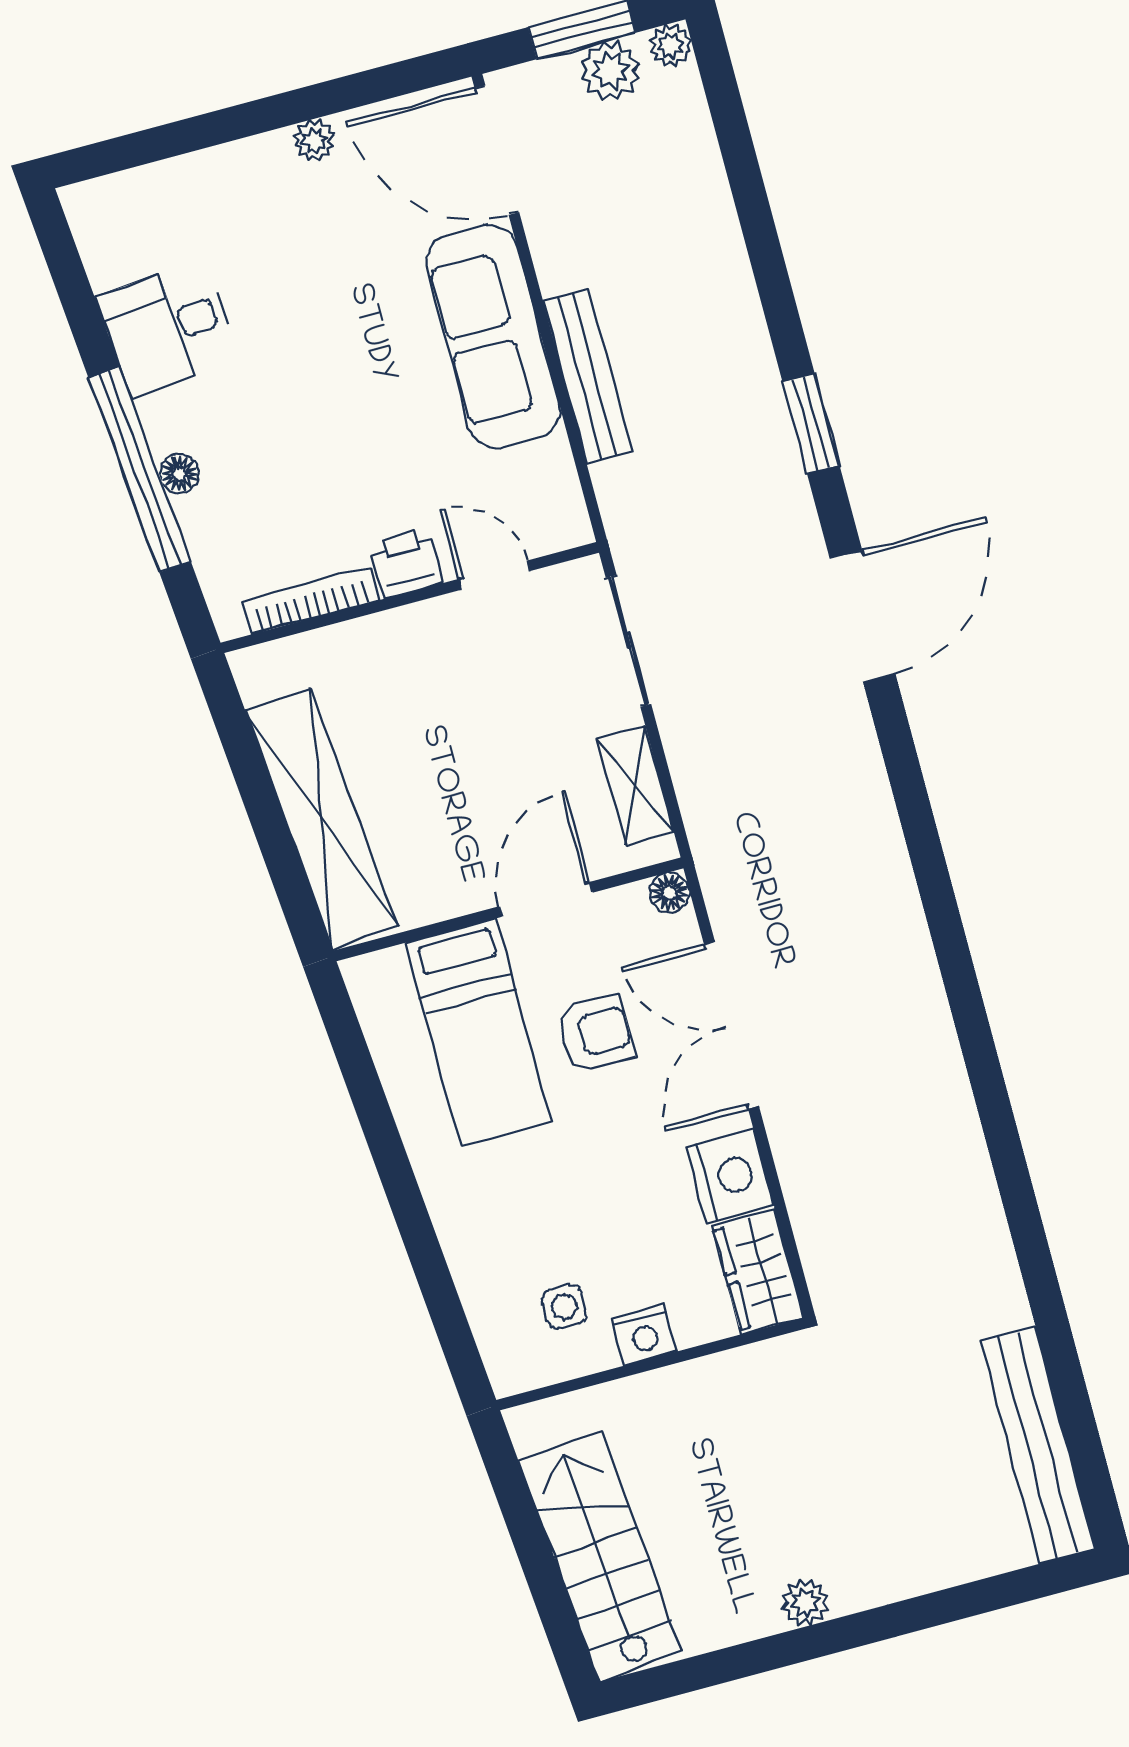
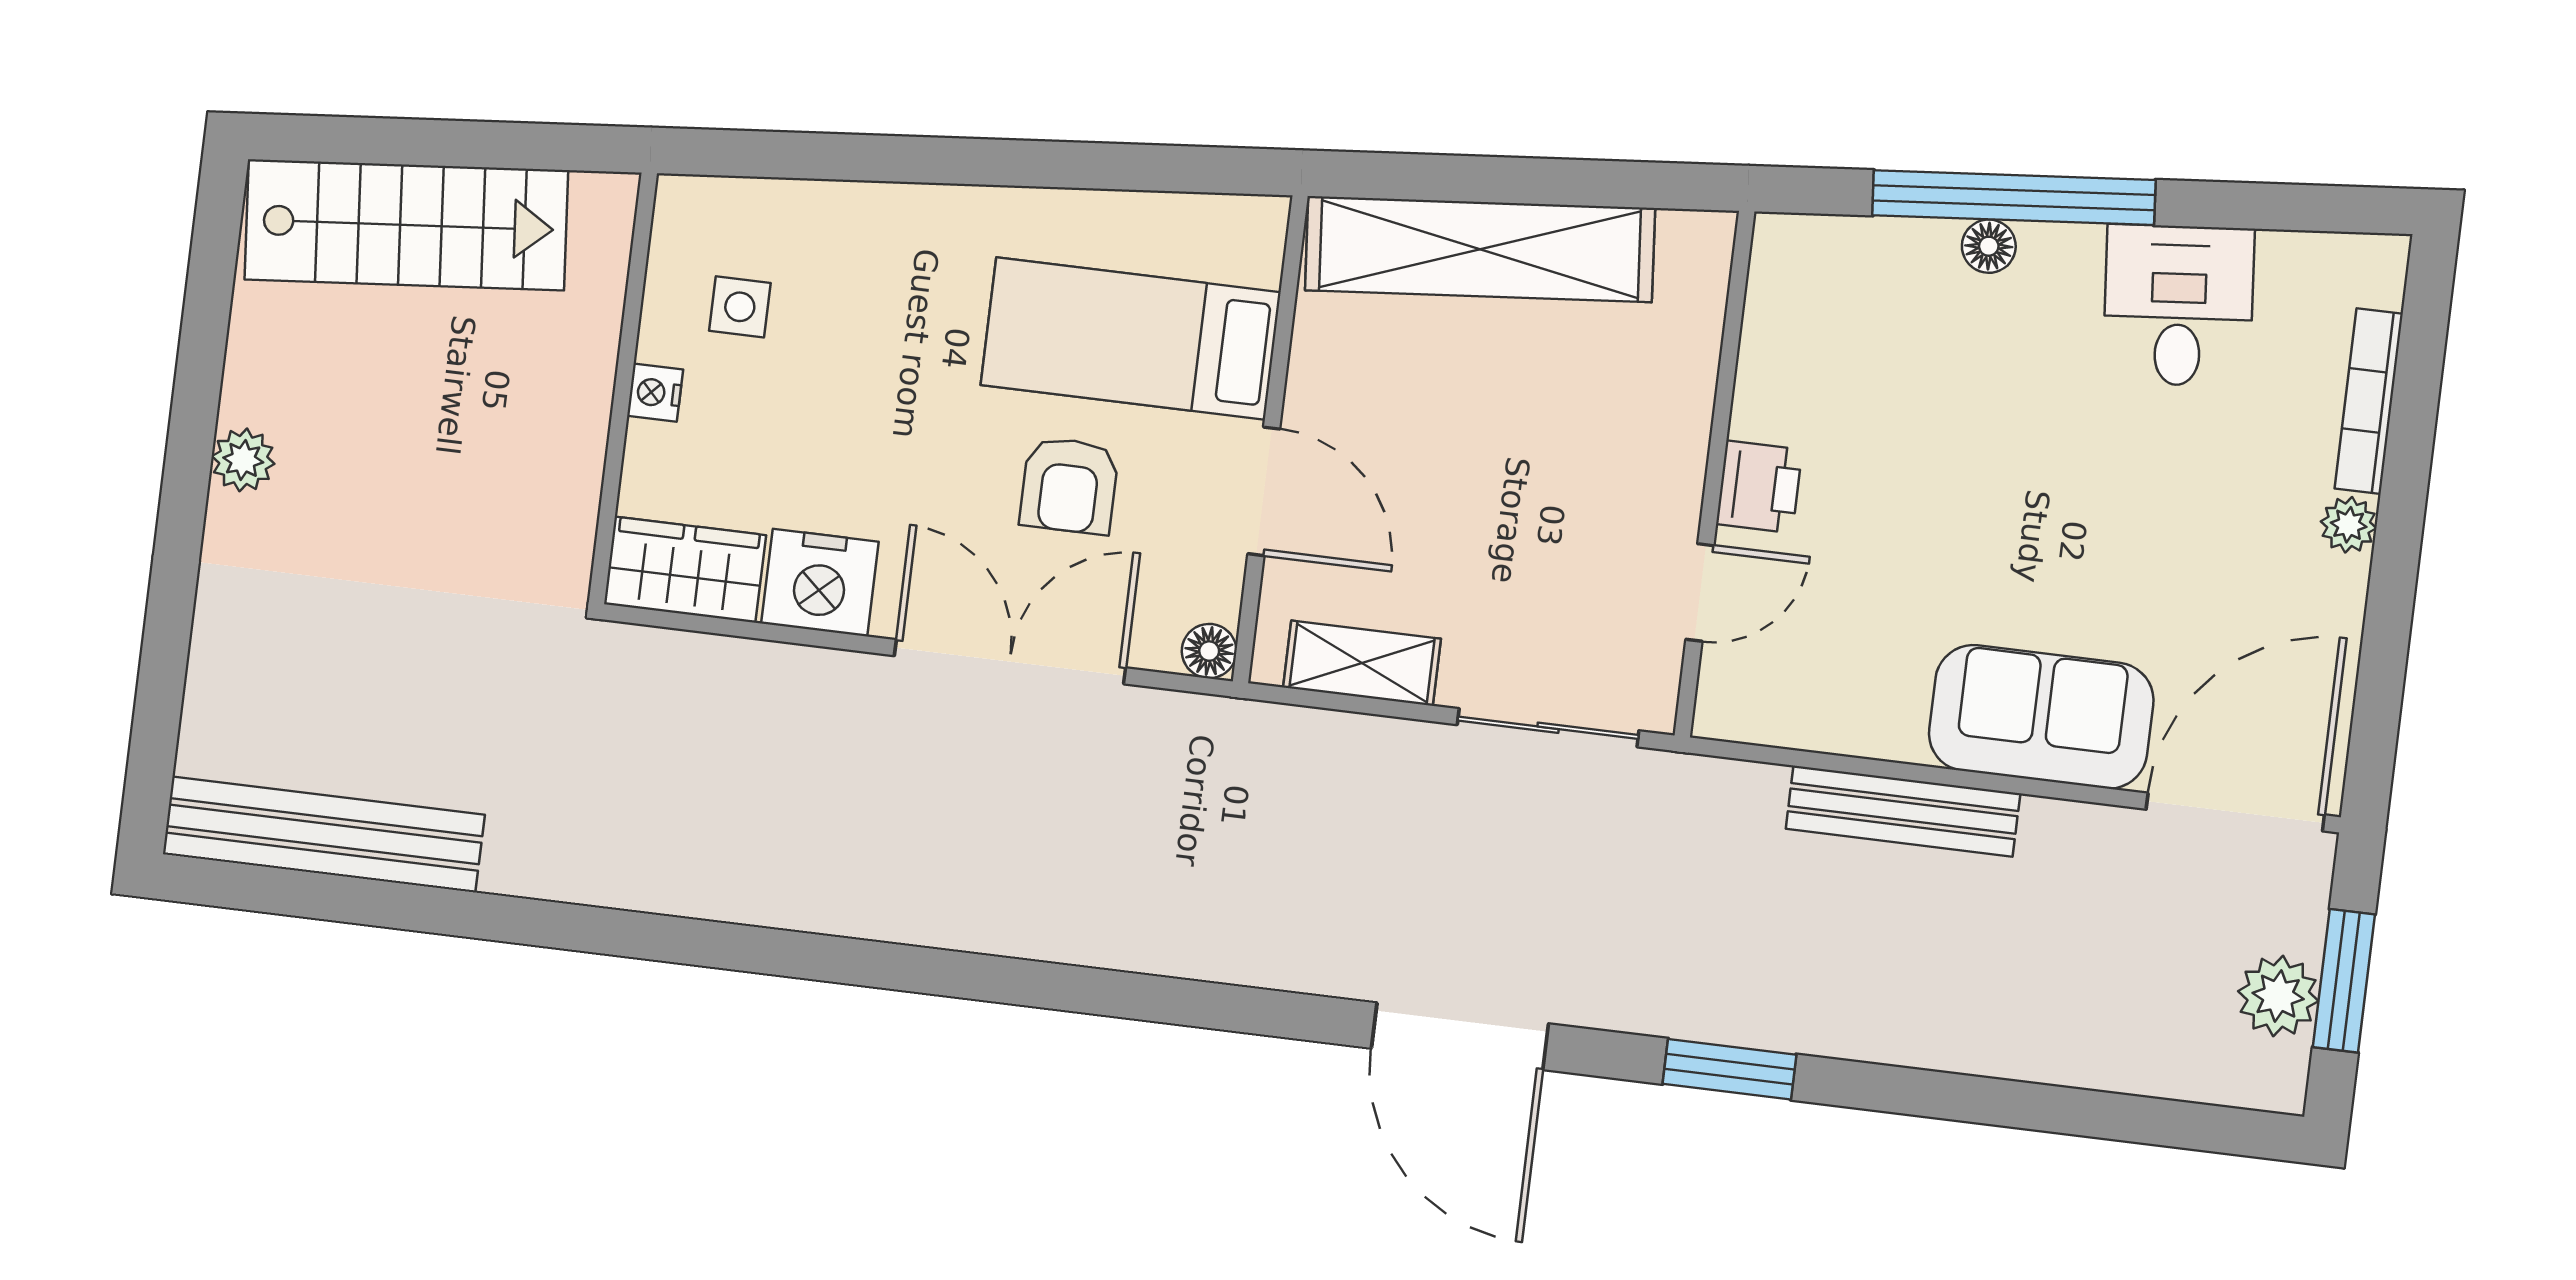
plant: (670, 45) -> (2279, 1085), removed
plant: (314, 140) -> (2349, 525), moved
sofa: (493, 336) -> (2041, 717), width x0.73
bookcase: (311, 601) -> (2369, 401), moved, turned 180
nightstand: (644, 1335) -> (655, 393), width x0.72, depth x0.74

